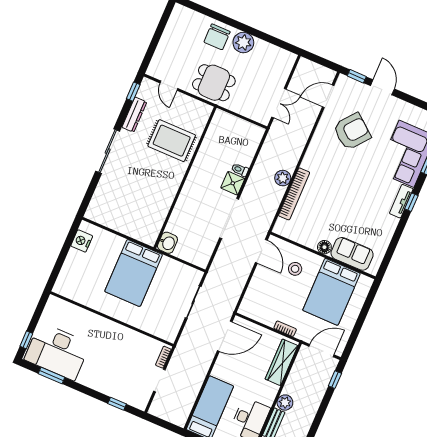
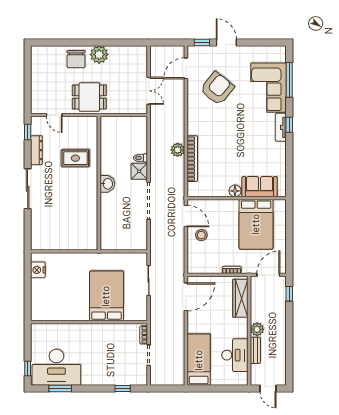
rug: (172, 141) -> (75, 158), width x0.73, depth x0.70
washbasin: (167, 243) -> (107, 184), moved
stool: (295, 269) -> (201, 235), moved
bed: (134, 273) -> (106, 296), moved, turned 180

